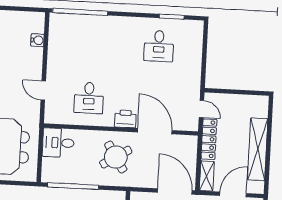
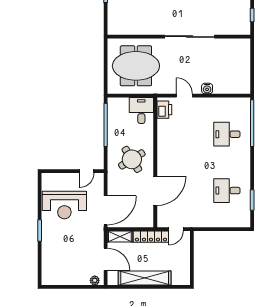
water cooler: (37, 40) -> (207, 89), moved
door: (43, 91) -> (184, 96), hinge flipped
desk: (89, 98) -> (227, 134), moved
printer: (125, 119) -> (164, 110), moved

